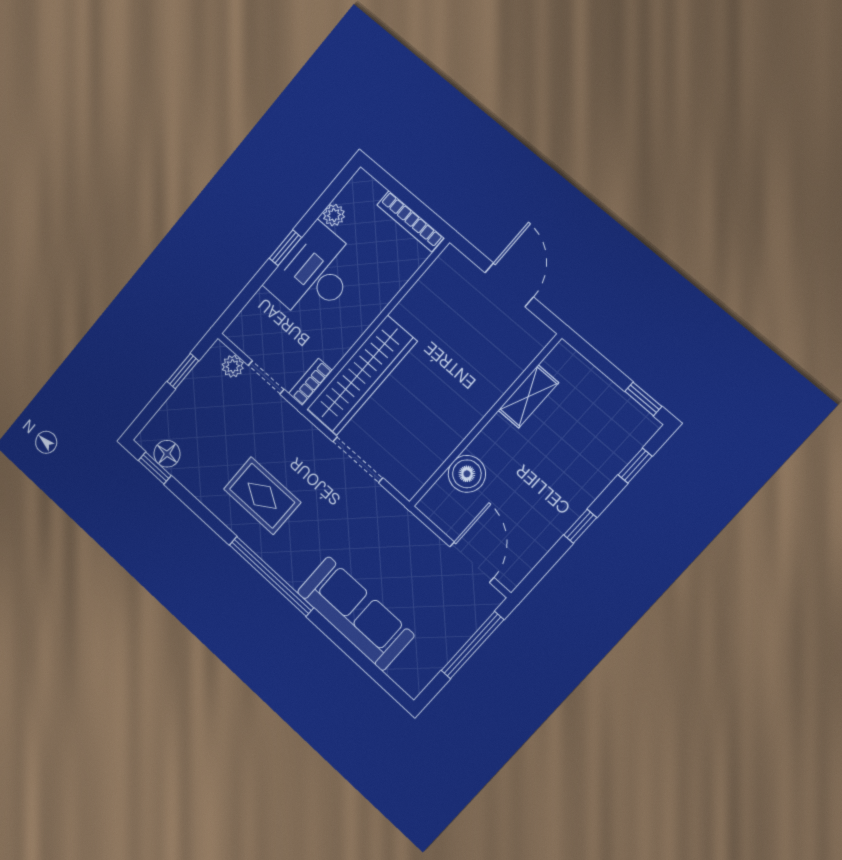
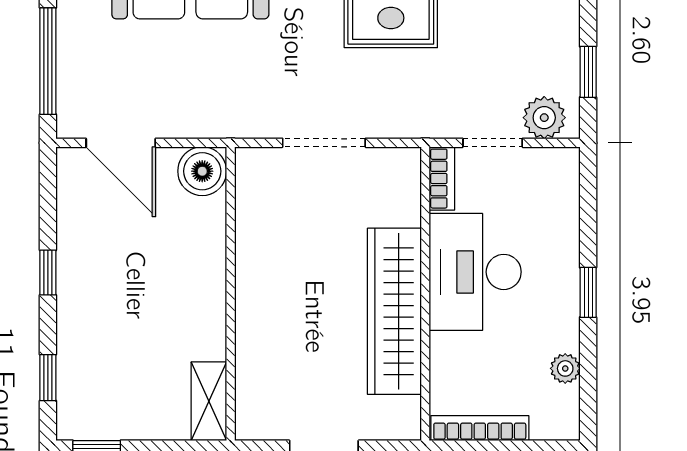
desk: (314, 274) -> (475, 272), moved, turned 180
plant: (233, 366) -> (544, 118), width x1.38, depth x1.38
wardrobe: (362, 375) -> (394, 311), moved
shelving: (528, 396) -> (209, 401), moved
boiler: (467, 474) -> (202, 171), moved

